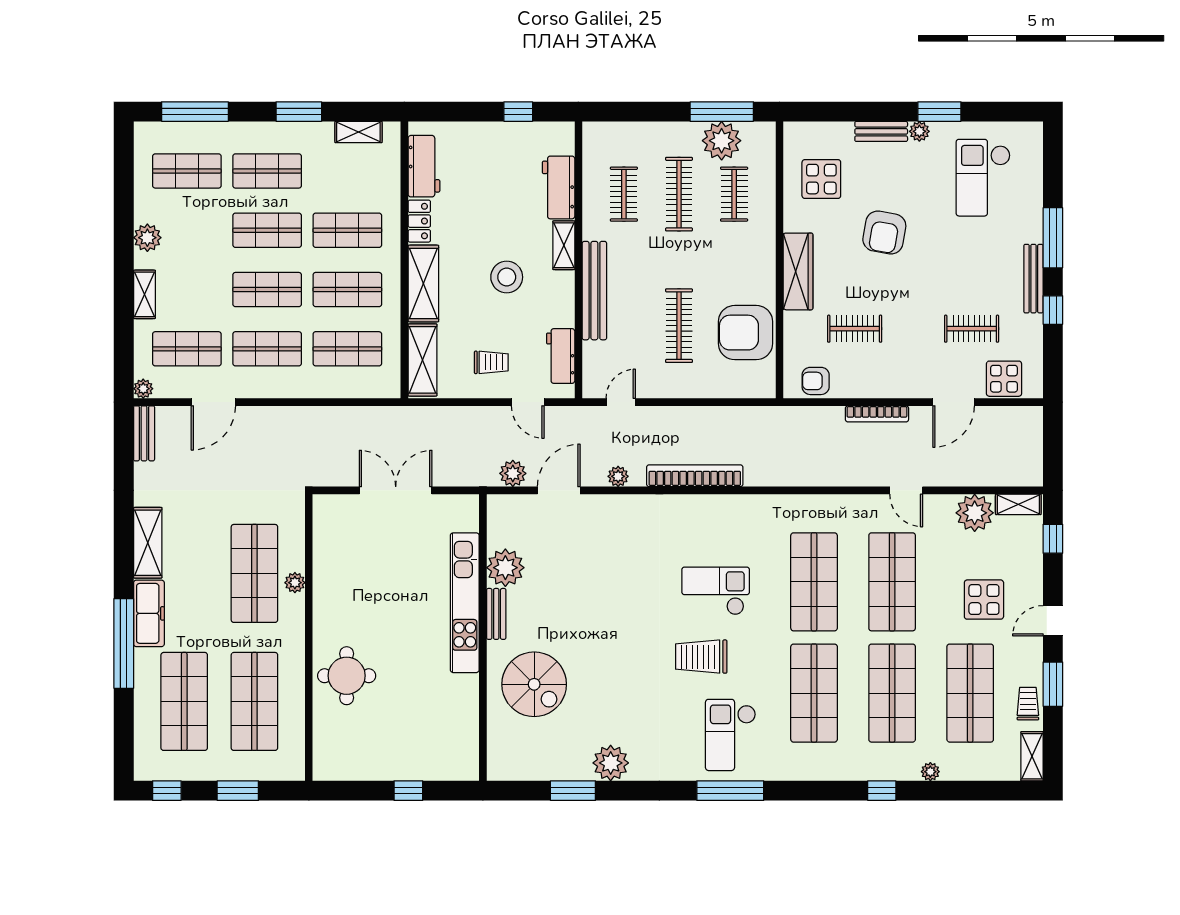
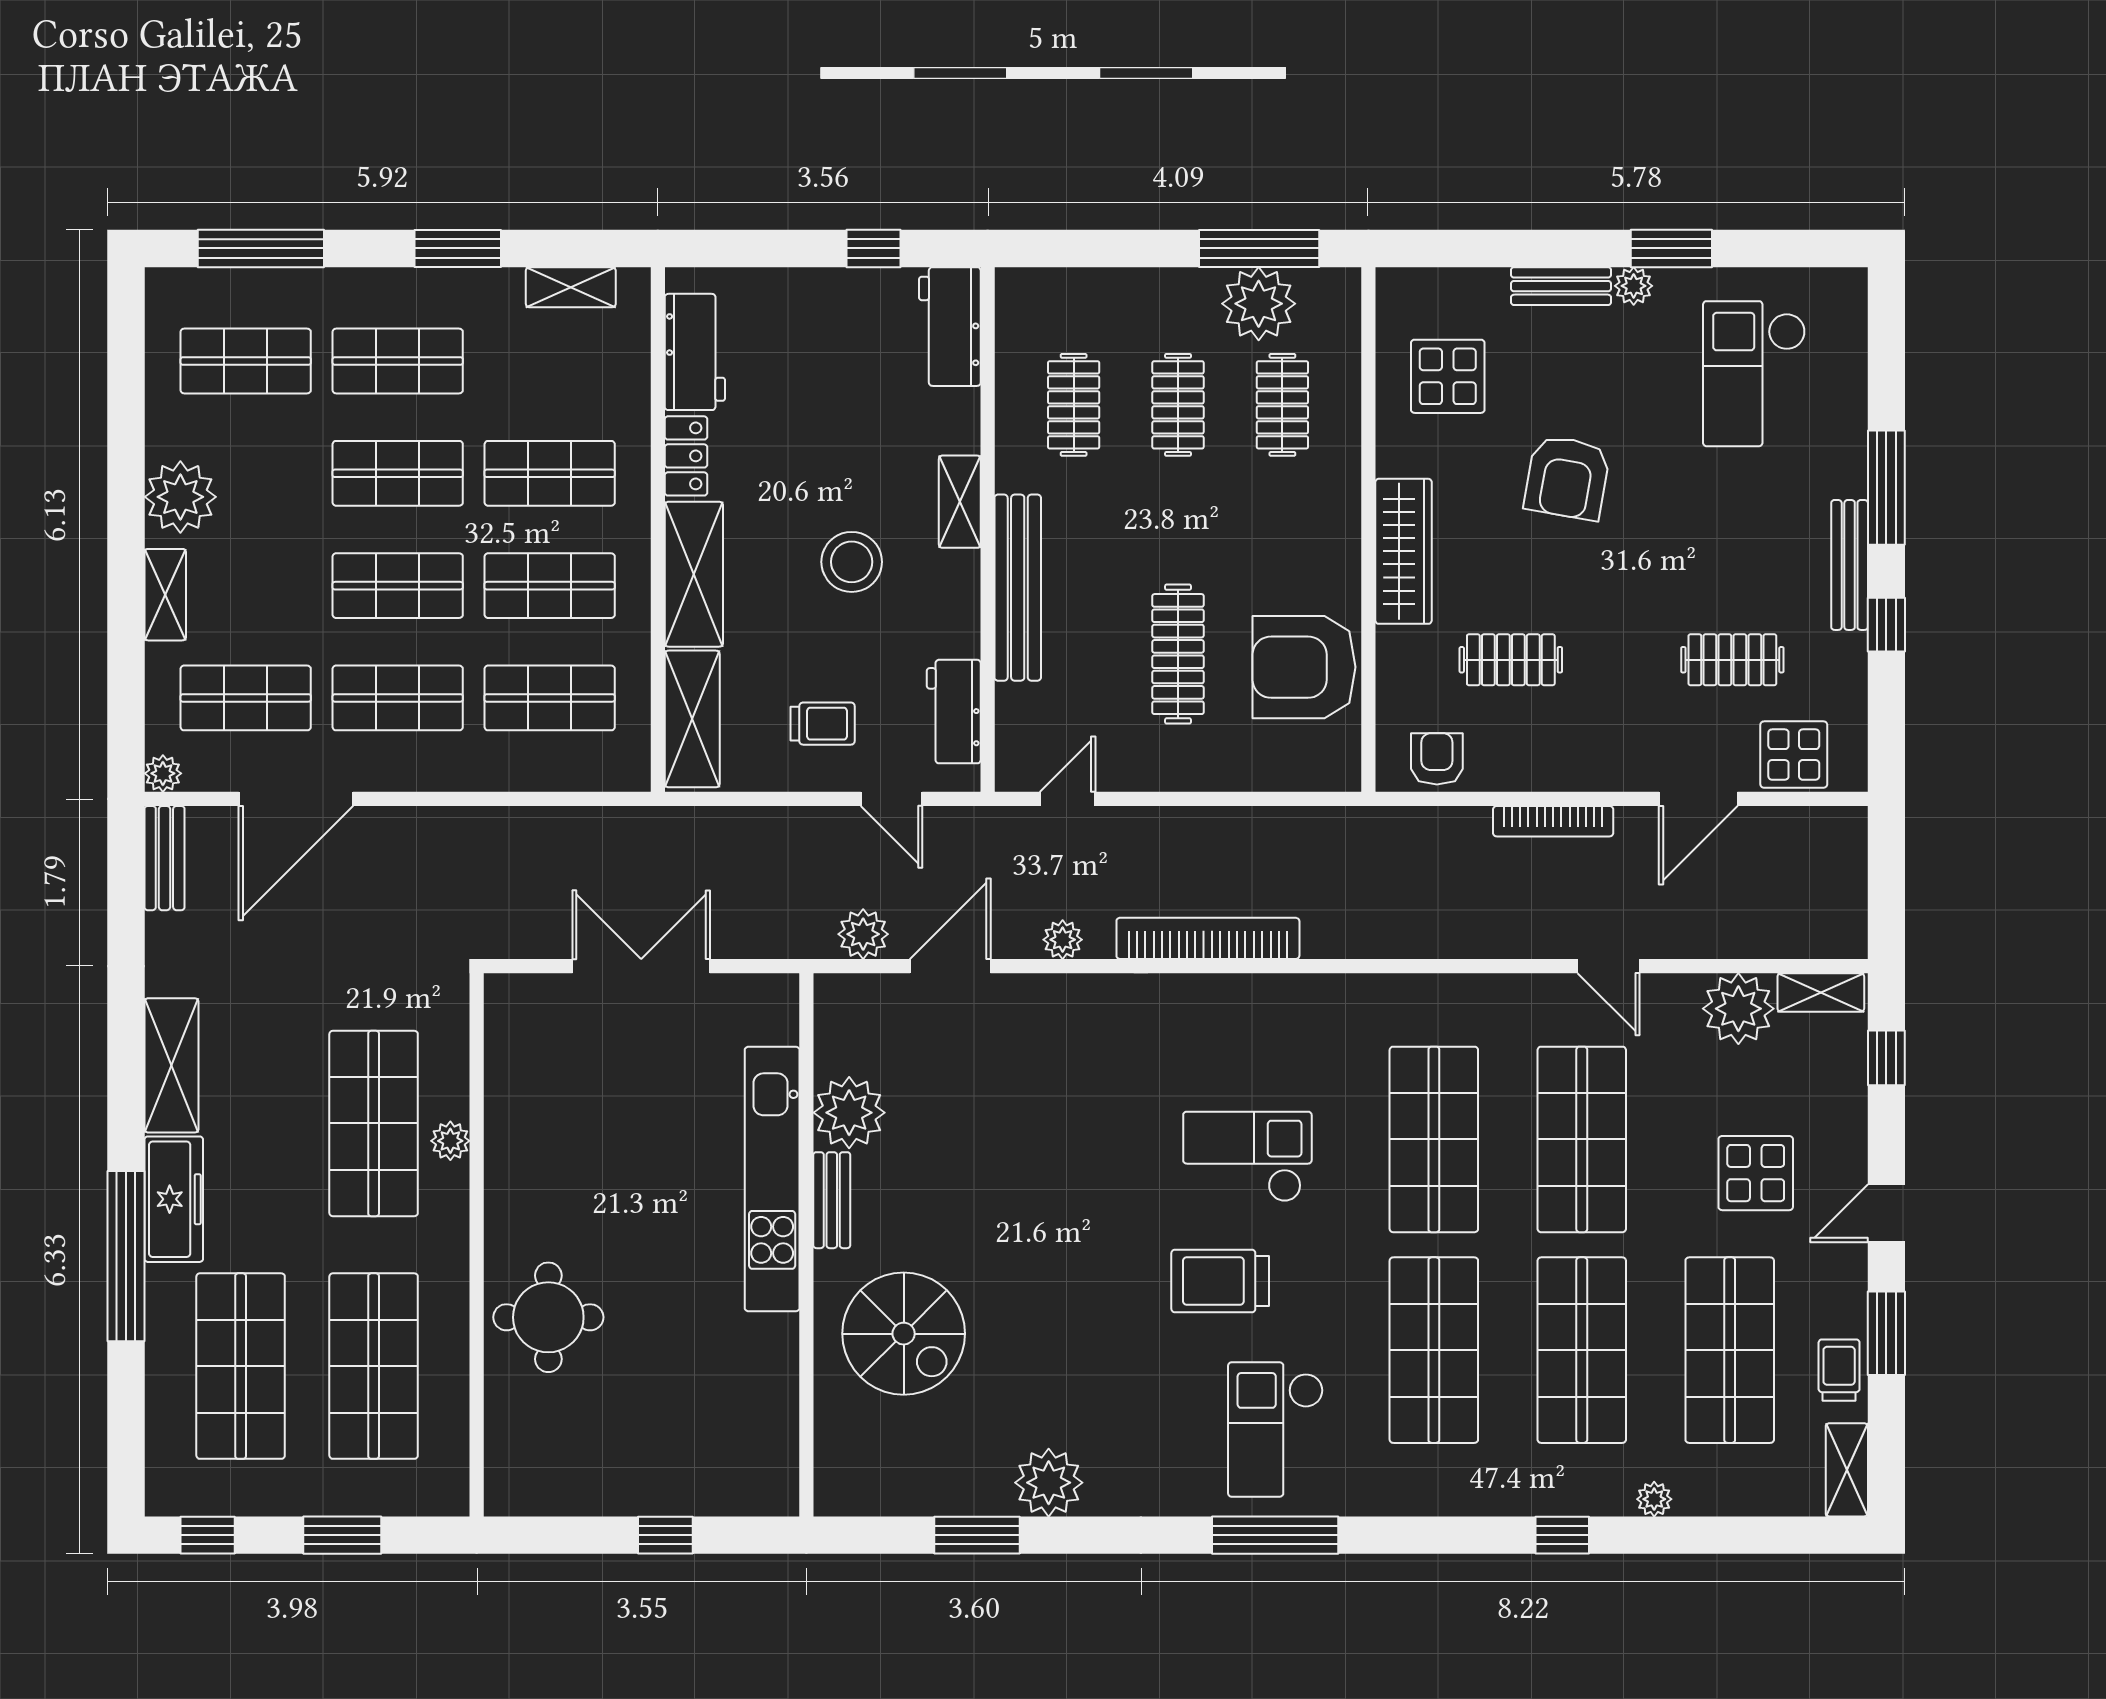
workbench: (559, 187) -> (950, 327), moved
clothes rail: (679, 194) -> (1178, 405), width x0.73
plant: (147, 238) -> (180, 497), width x1.36, depth x1.36
armchair: (816, 381) -> (1437, 759), turned 90
door: (213, 402) -> (296, 799), width x1.36

